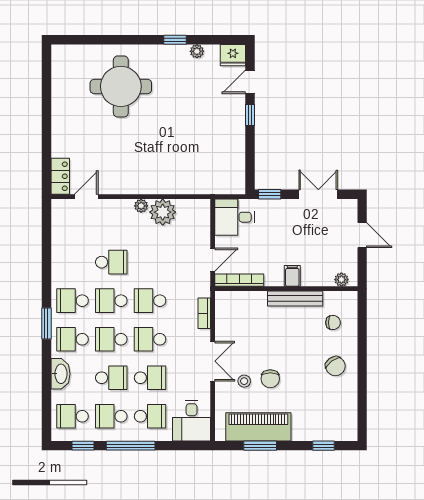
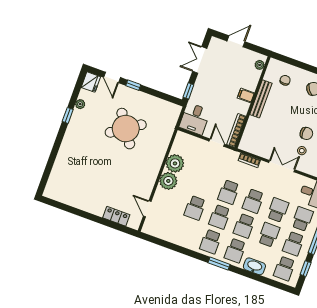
round table: (121, 86) -> (126, 129), moved, turned -34
locker: (60, 176) -> (116, 216), moved
plant: (141, 206) -> (168, 181), width x1.87, depth x1.87
school desk: (111, 262) -> (195, 208), turned 180

